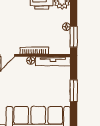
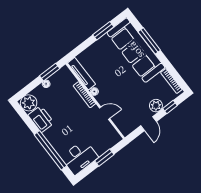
window: (74, 91) -> (103, 31), moved

